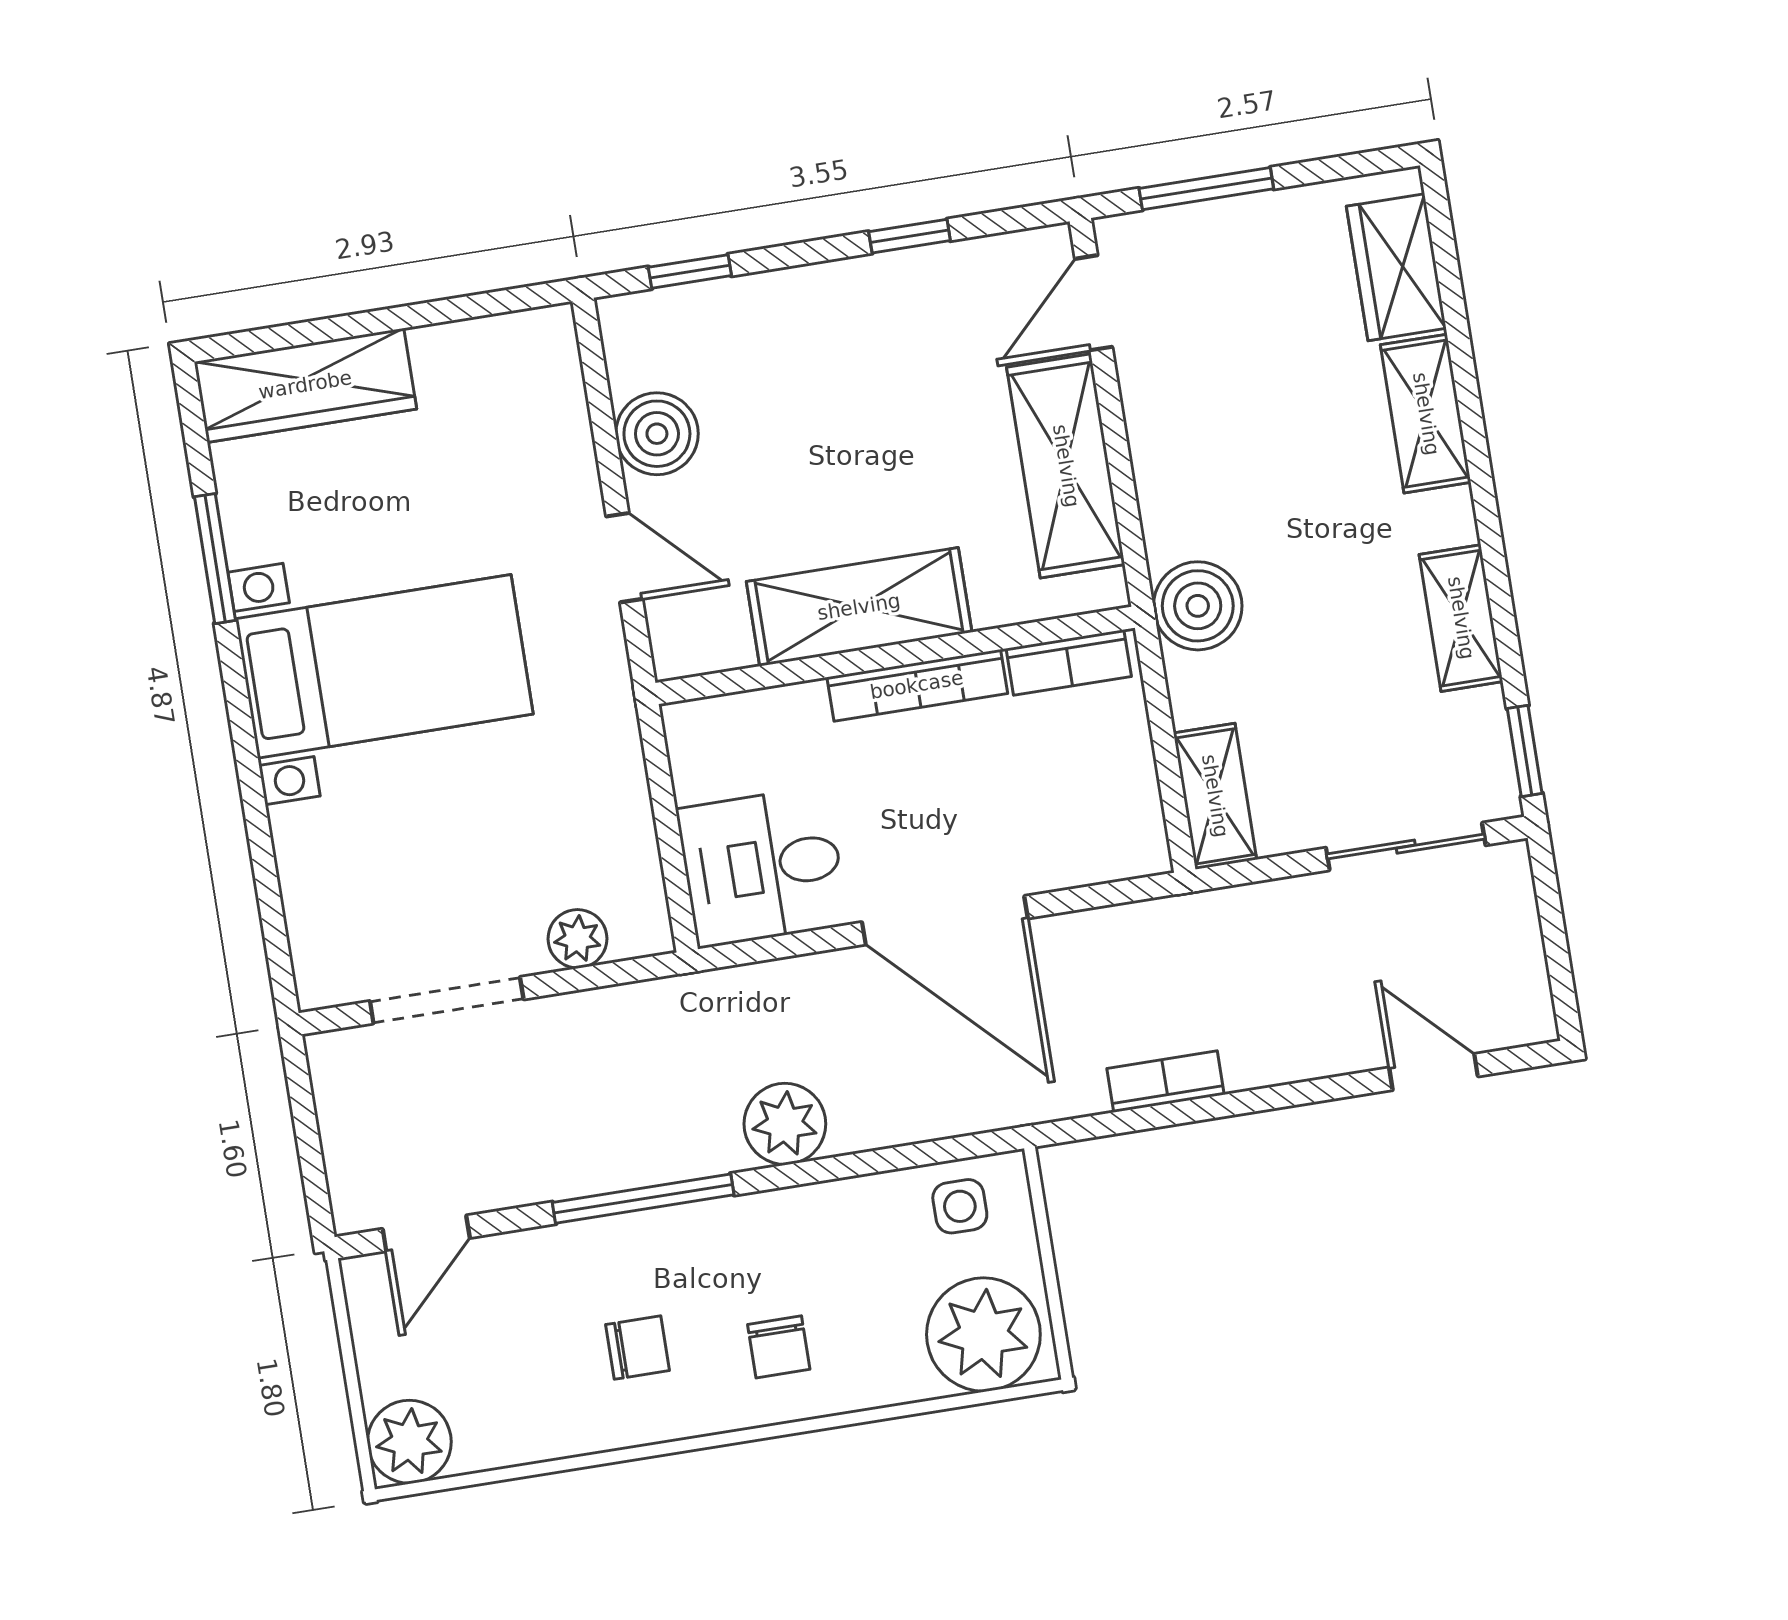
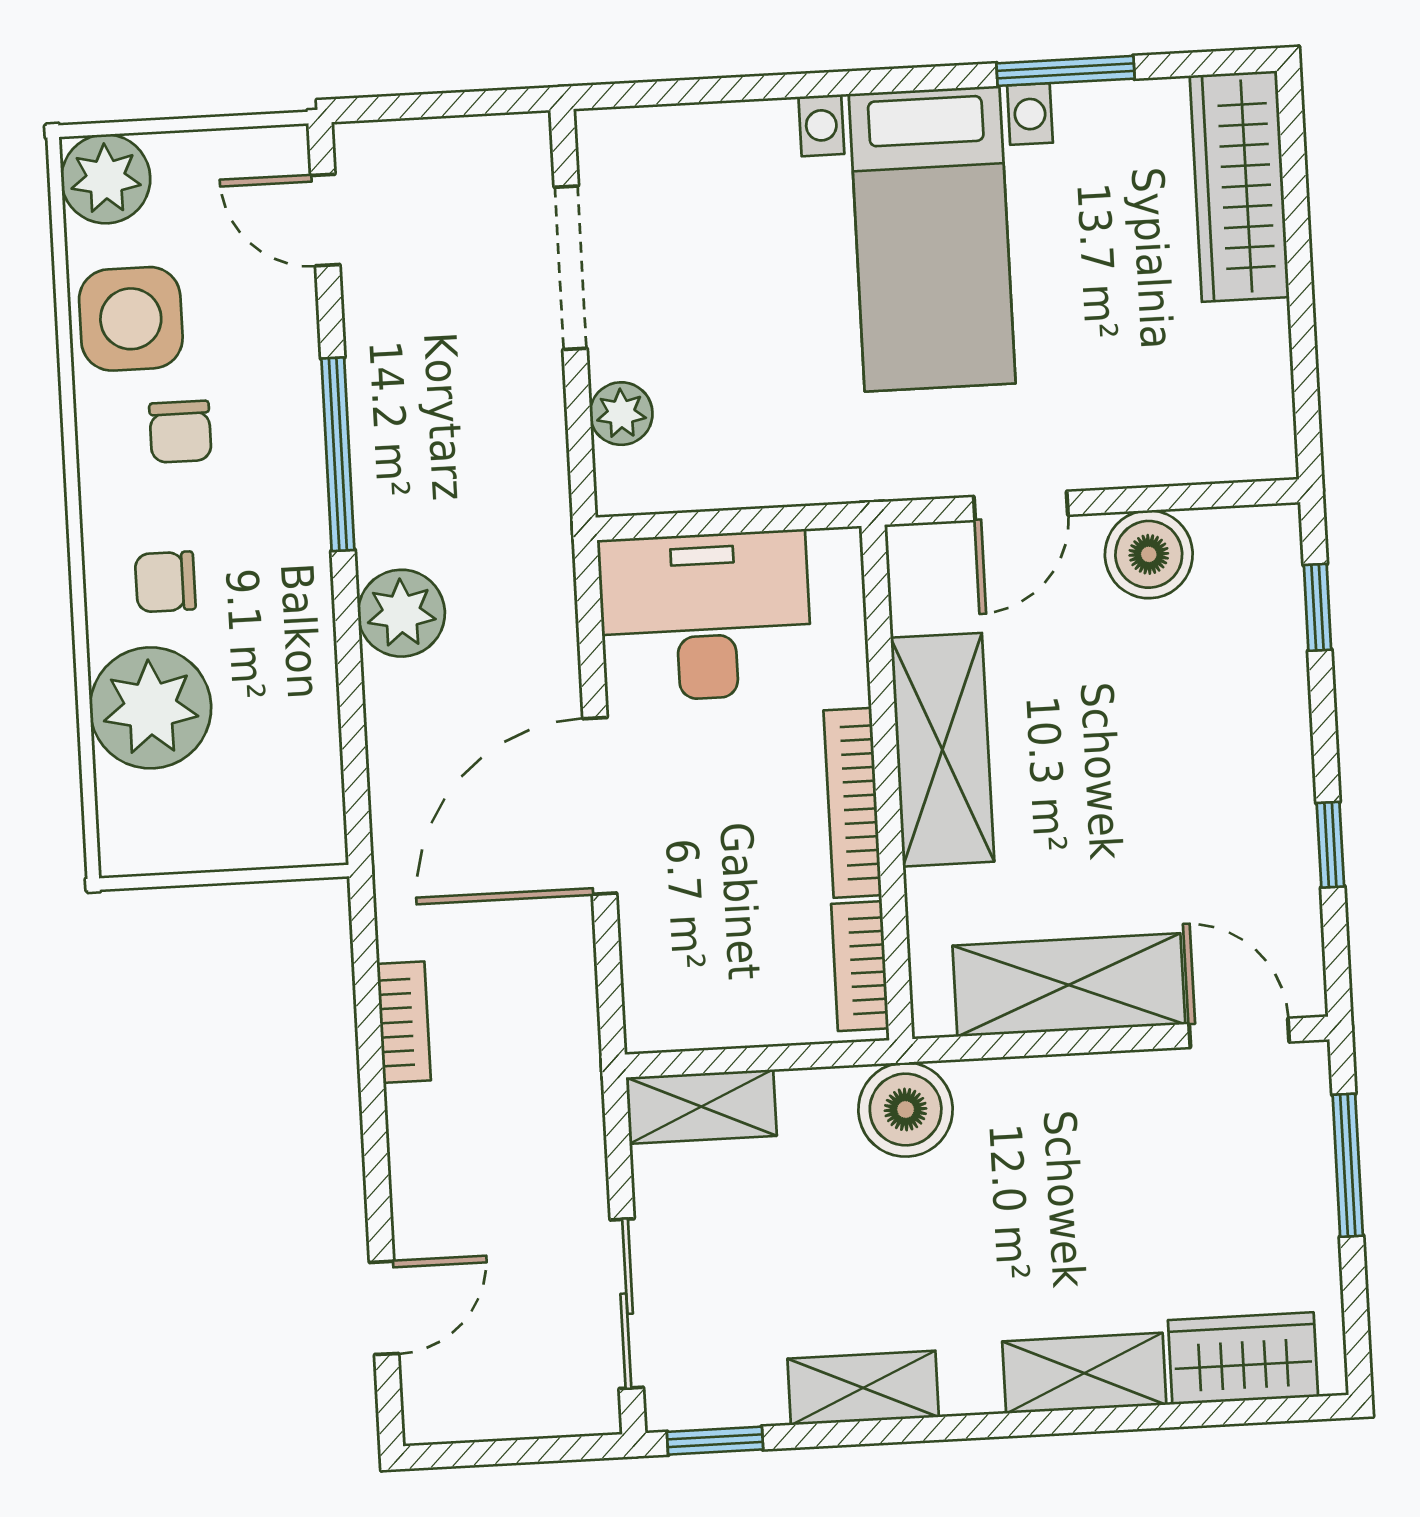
desk: (762, 867) -> (705, 616), width x1.37
side table: (960, 1206) -> (131, 319), moved, width x1.87, depth x1.87
plant: (983, 1334) -> (151, 708), moved

